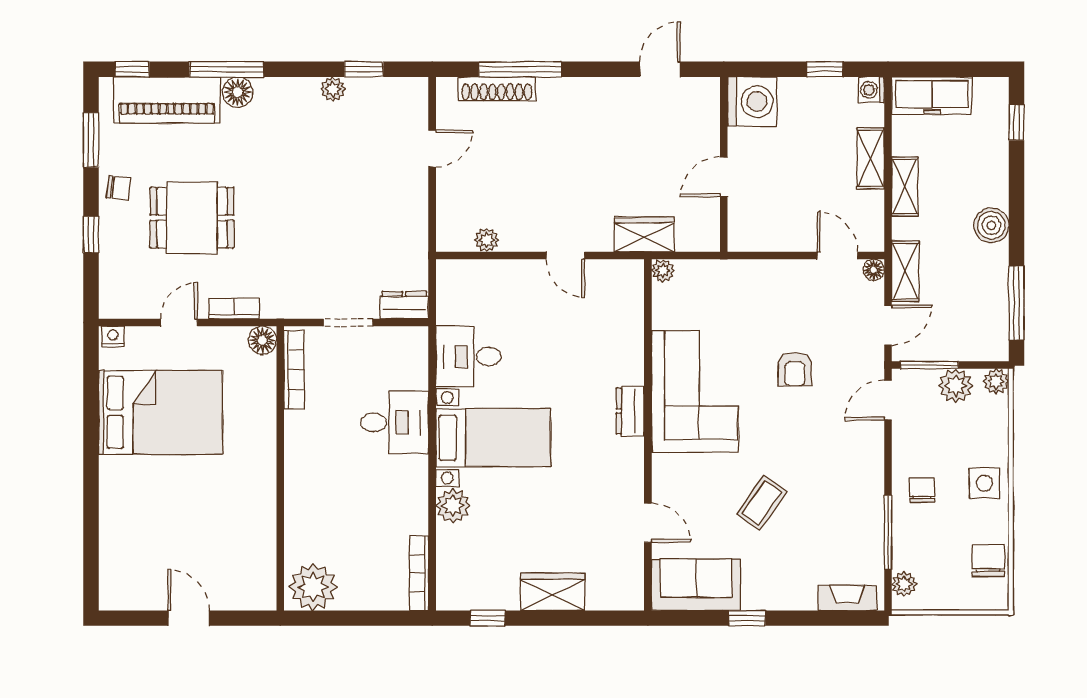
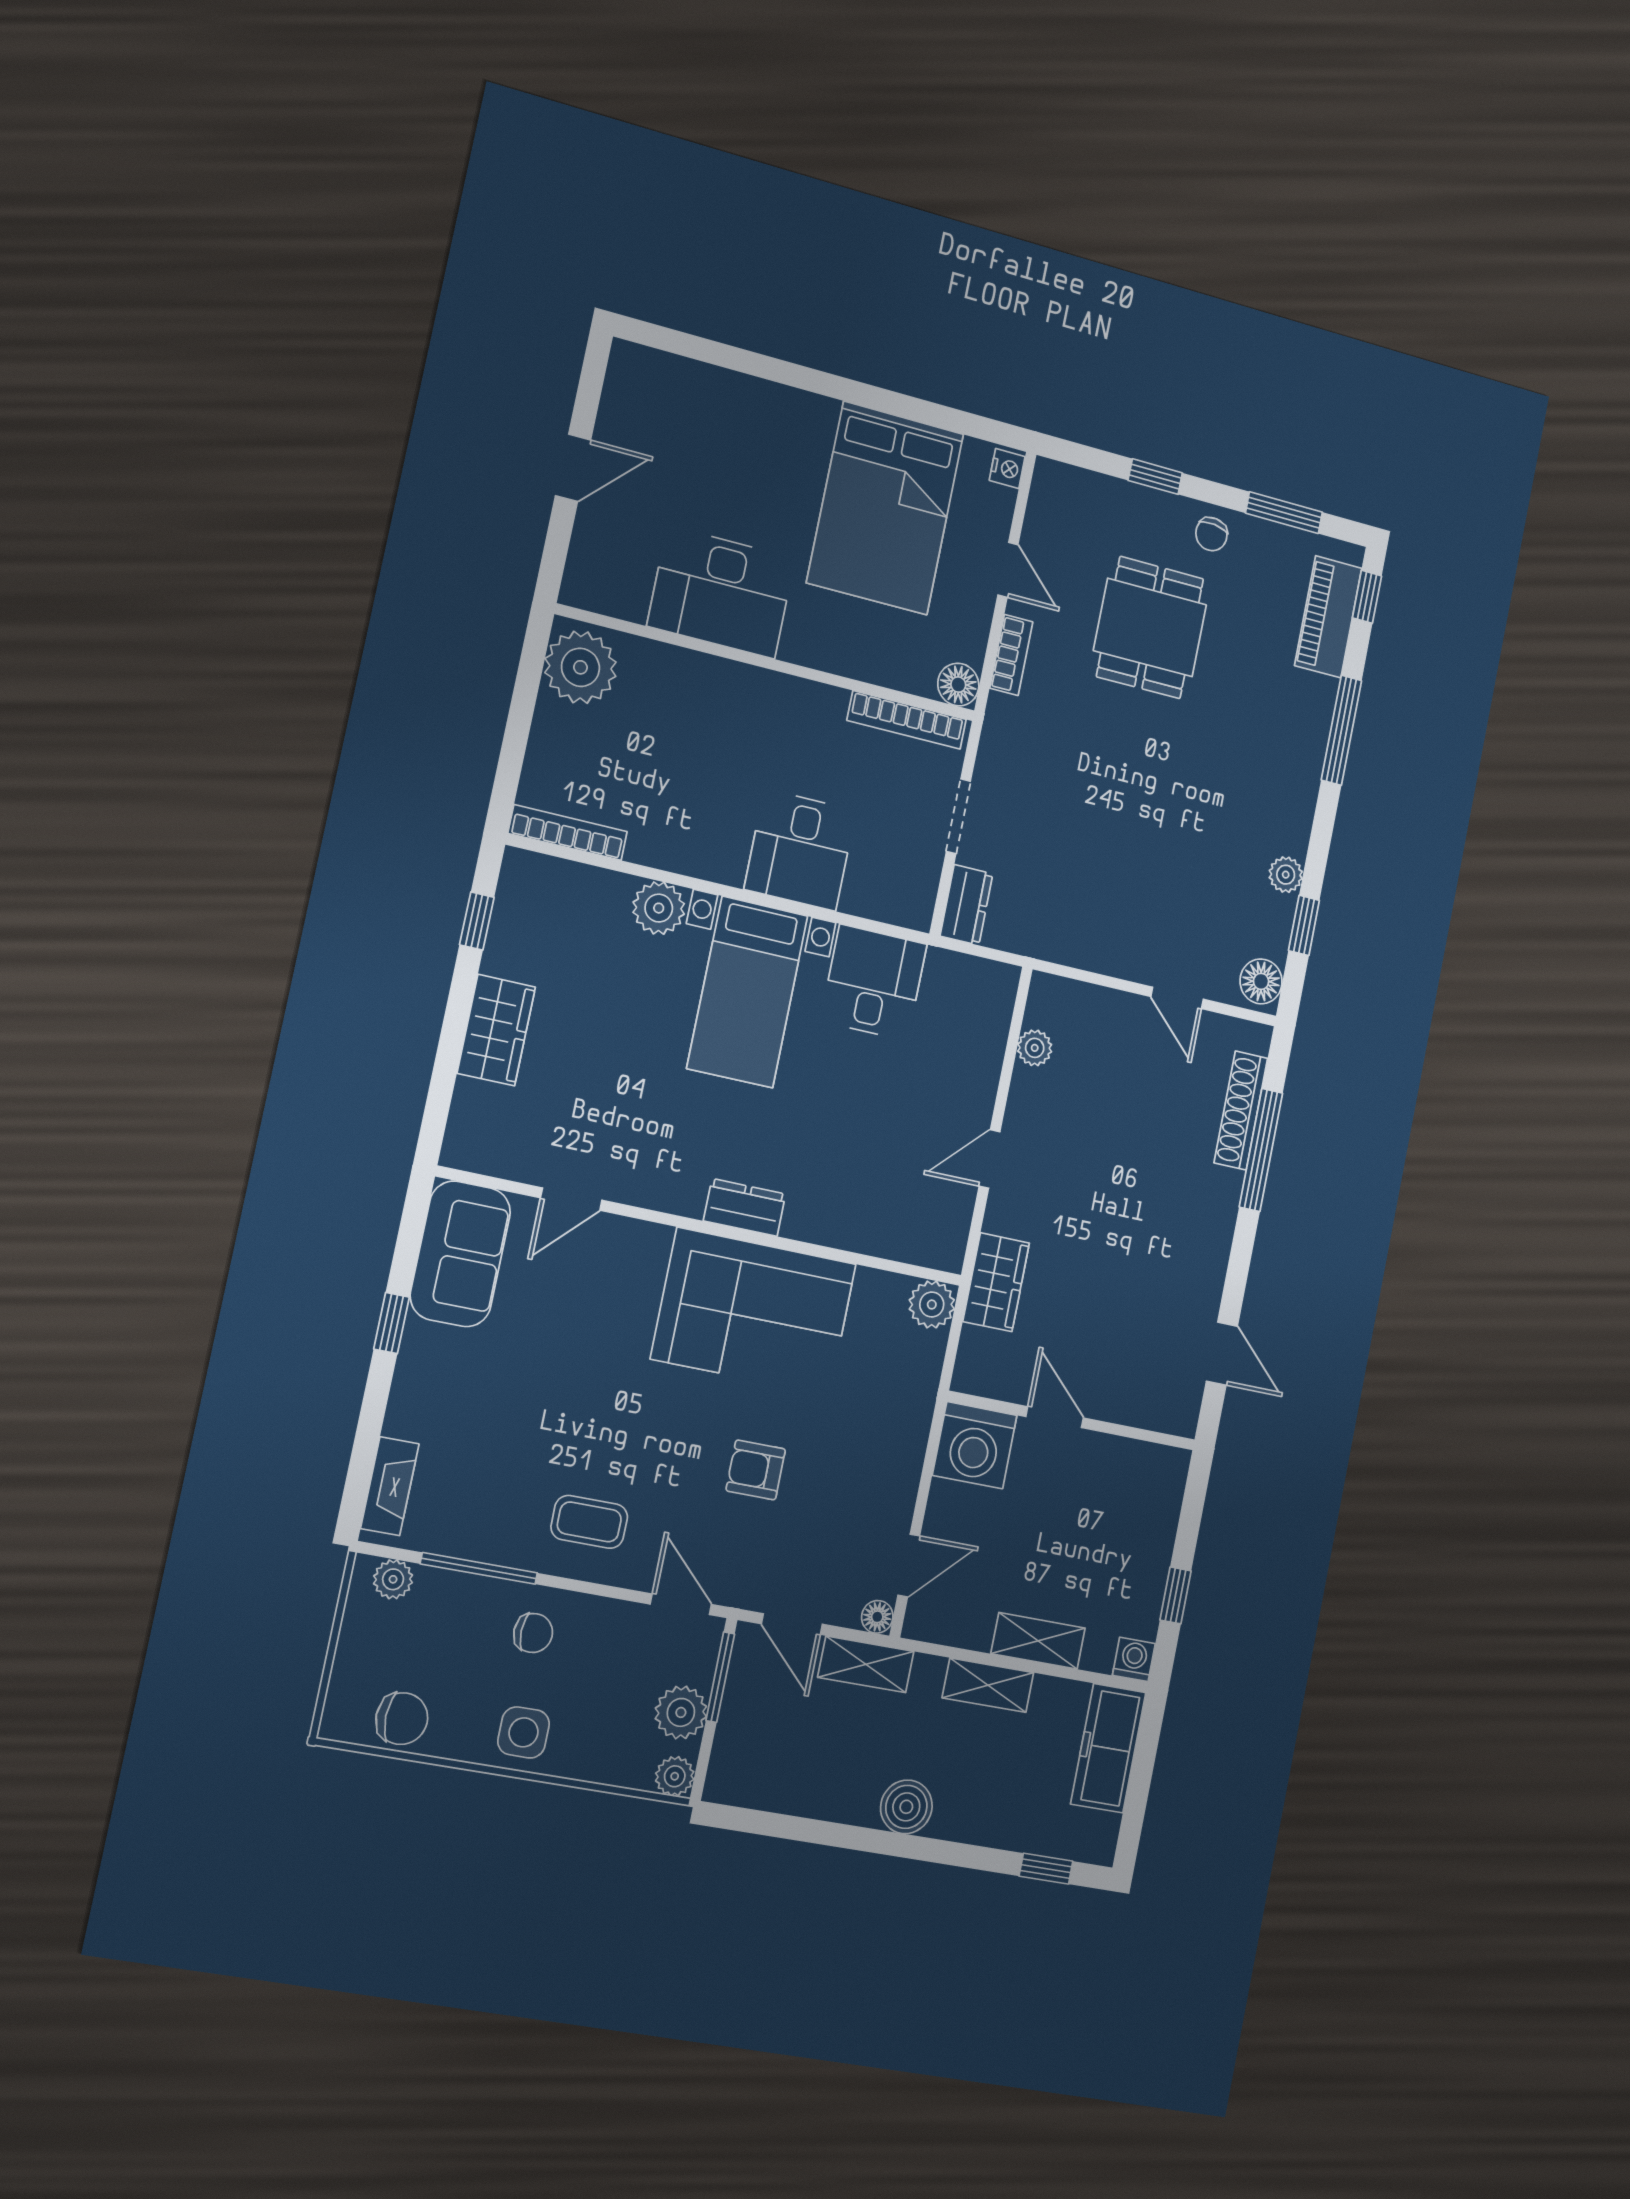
floor lamp: (238, 92) -> (1261, 981), moved
piano: (167, 100) -> (1328, 617), width x0.73, depth x0.75
washing machine: (752, 102) -> (975, 1445), moved
plant: (663, 271) -> (932, 1305), width x1.38, depth x1.38
window: (1016, 303) -> (785, 1827), removed
coffee table: (762, 503) -> (589, 1522), moved, turned -35
desk: (243, 508) -> (721, 592), added

